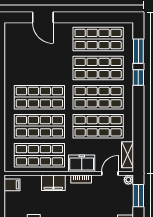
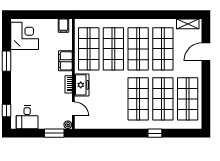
window: (138, 51) -> (177, 133), removed
shop shelf: (98, 126) -> (163, 49), moved
shelving: (128, 155) -> (188, 24), moved

